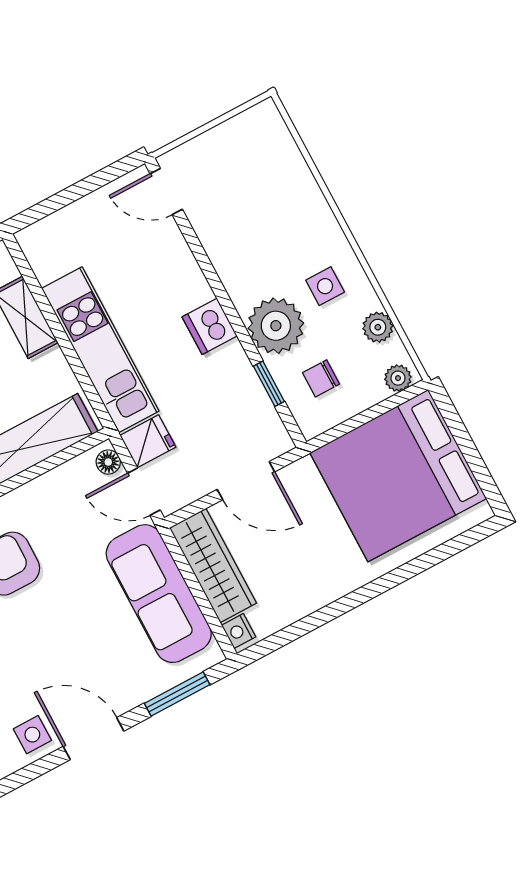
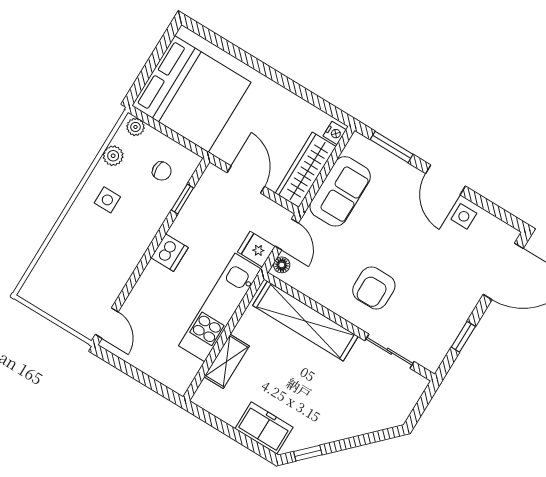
plant: (276, 326) -> (147, 215), removed
sofa: (159, 594) -> (340, 191), width x0.73

